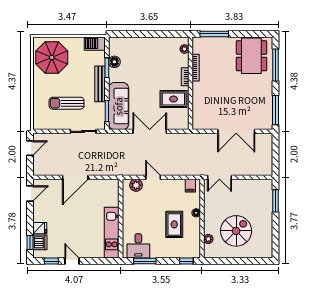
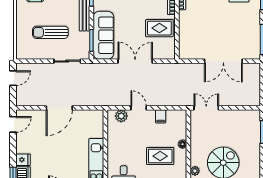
double door: (219, 177) -> (206, 108), swing flipped
filing cabinet: (190, 186) -> (161, 116), moved
rug: (174, 224) -> (160, 156), turned 90

